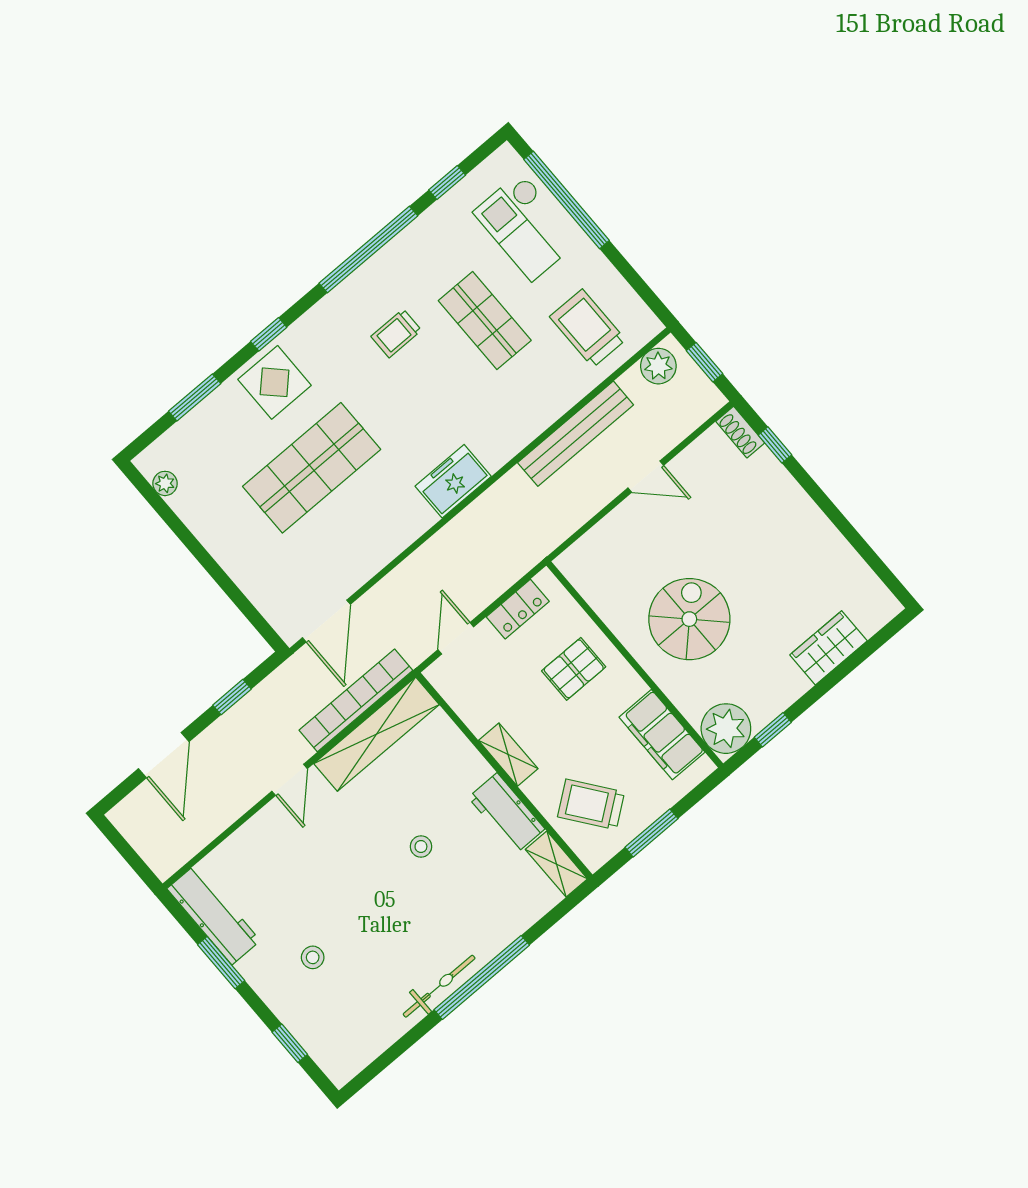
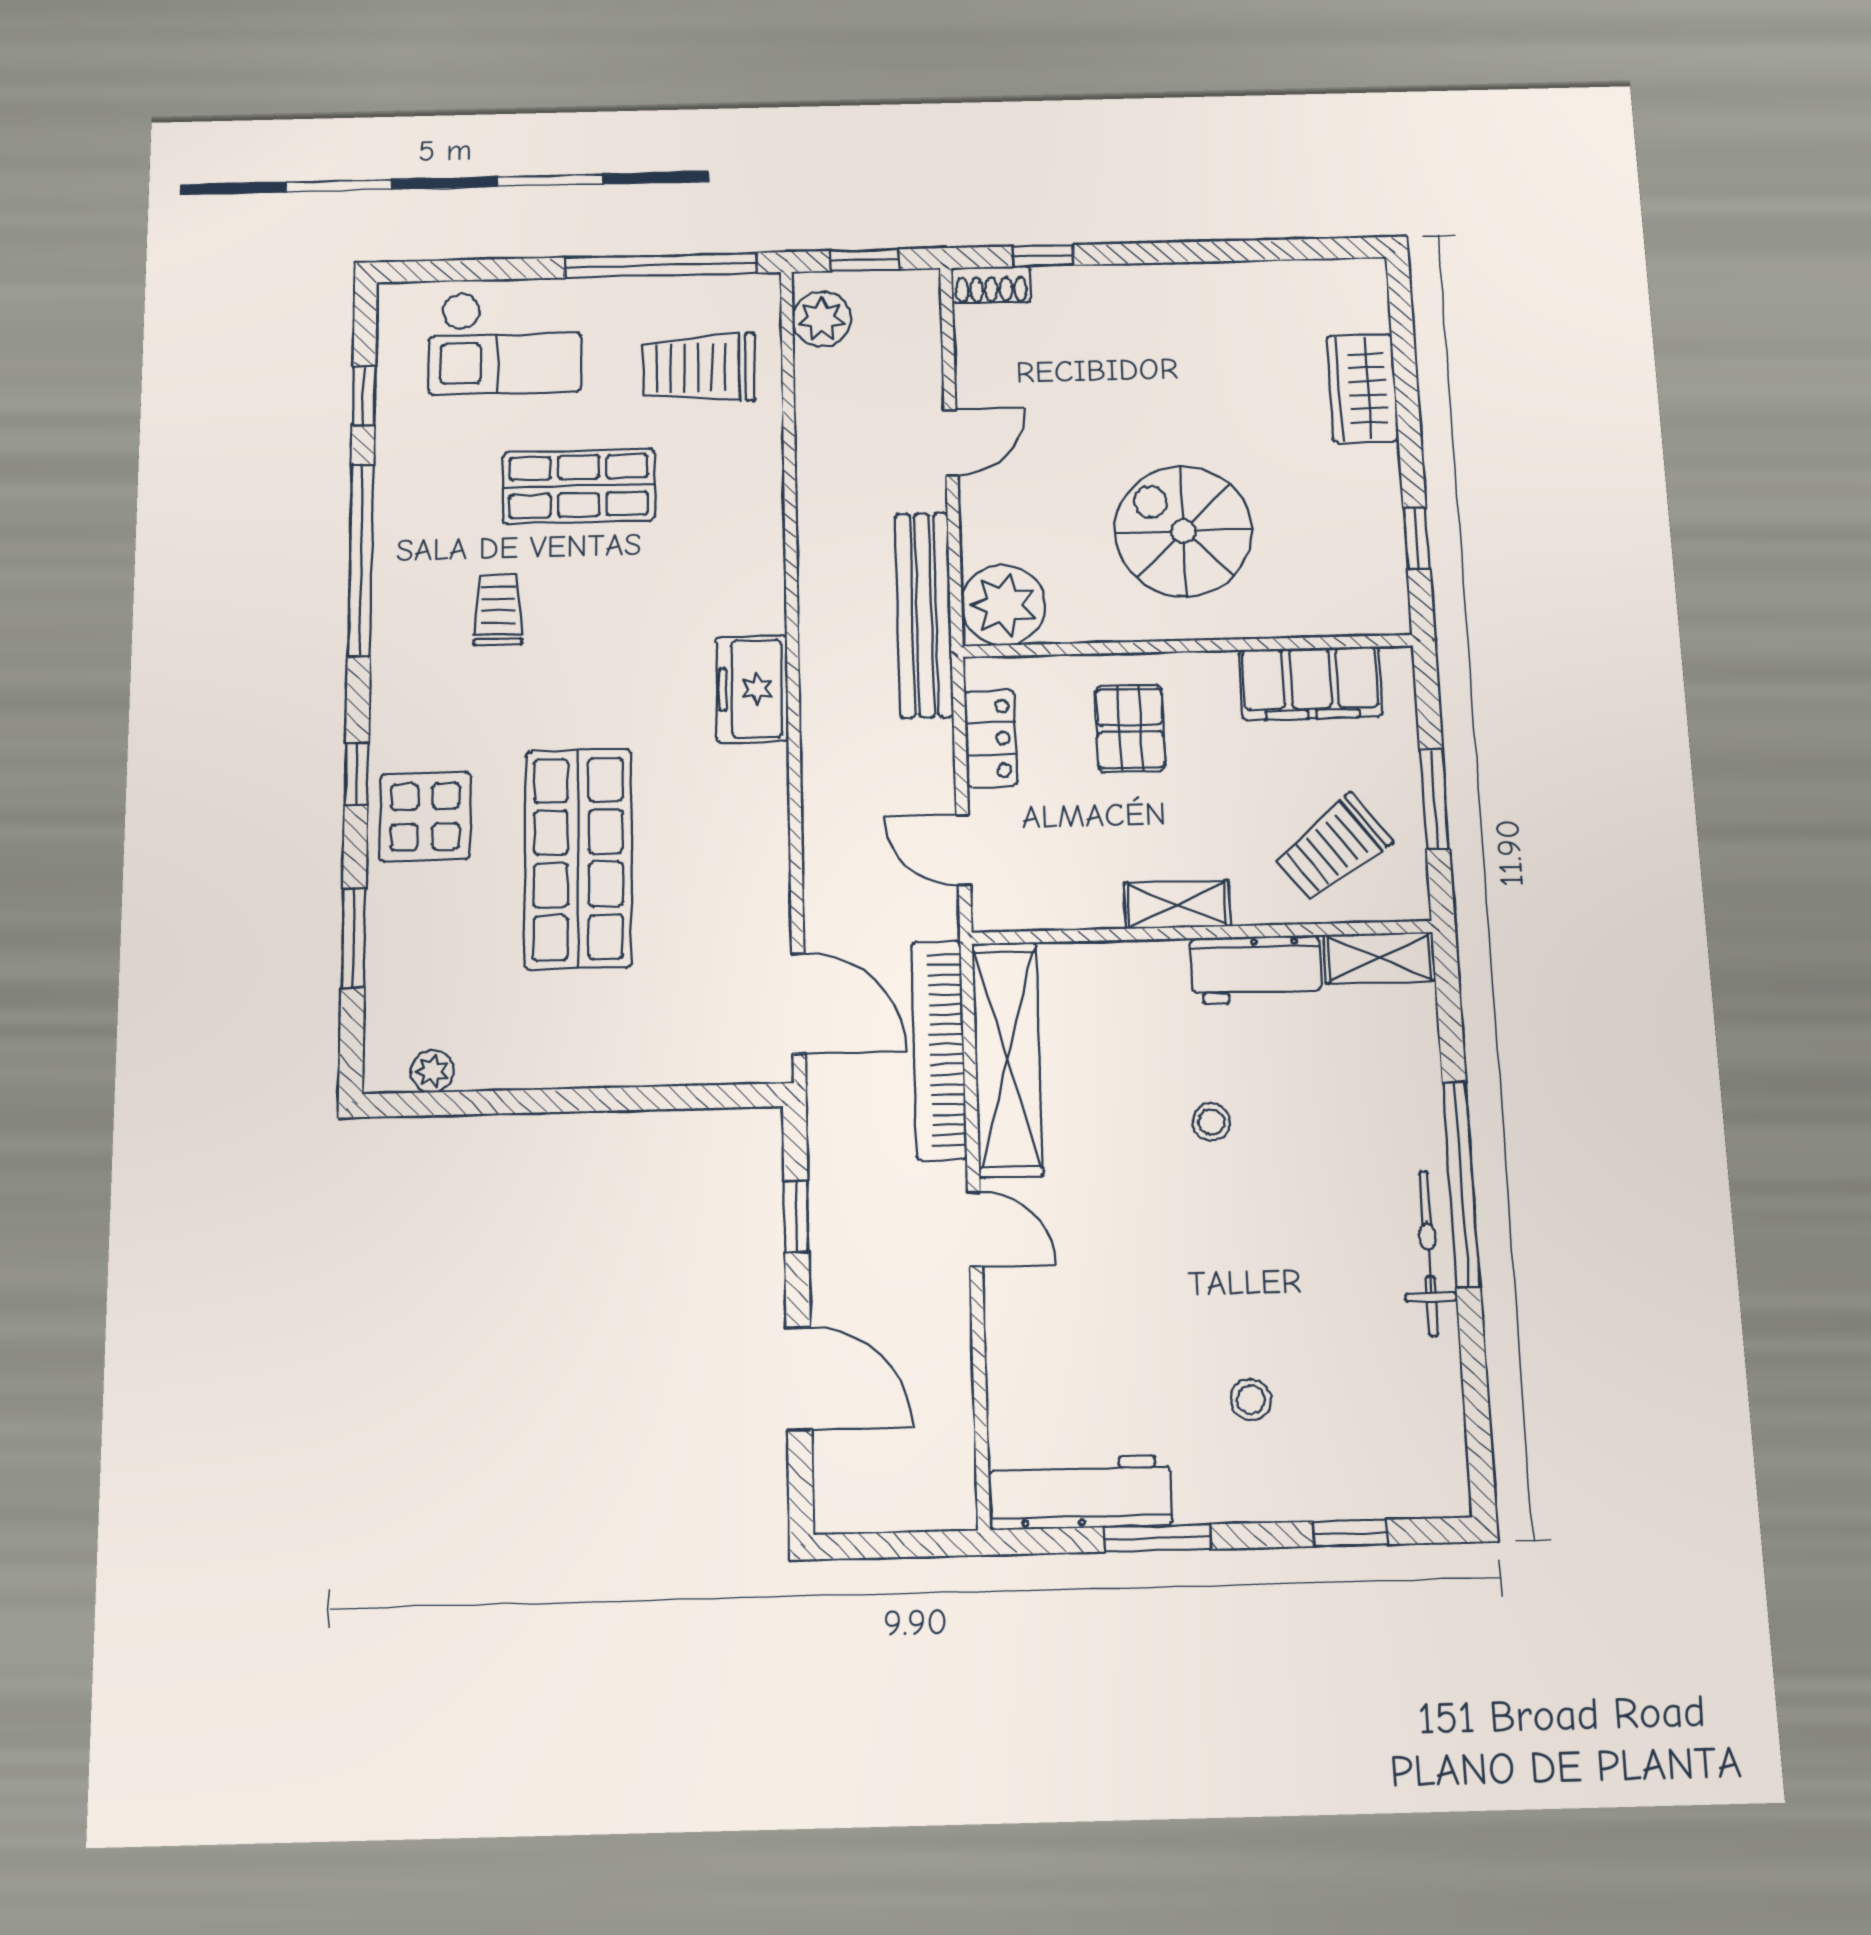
window: (566, 200) -> (661, 265), moved
trolley: (396, 333) -> (498, 610), turned 180
bench: (576, 434) -> (924, 615), moved
plant: (726, 729) -> (1003, 605), moved

